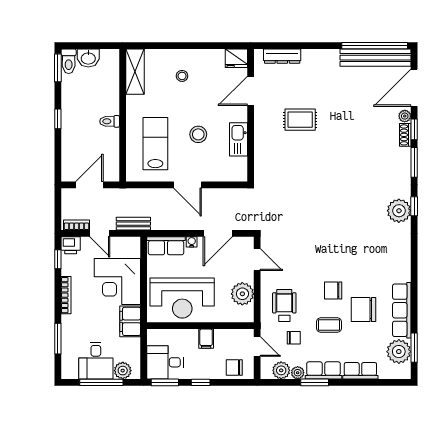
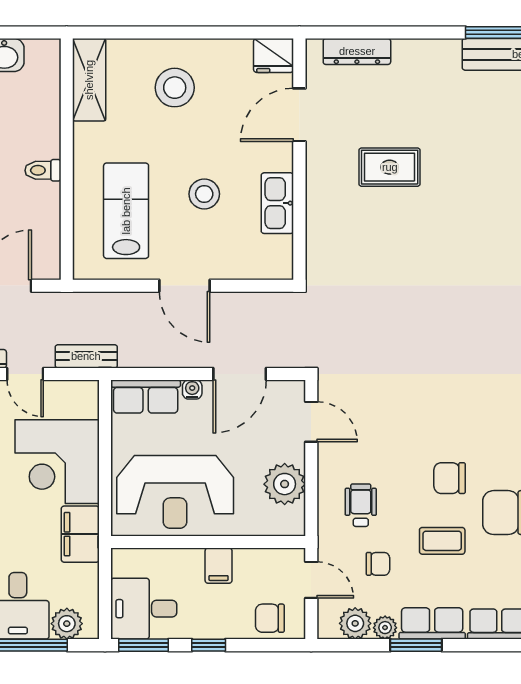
stool: (182, 76) -> (175, 88), width x1.89, depth x1.89
wheelchair: (284, 305) -> (361, 505), width x0.73, depth x0.73

